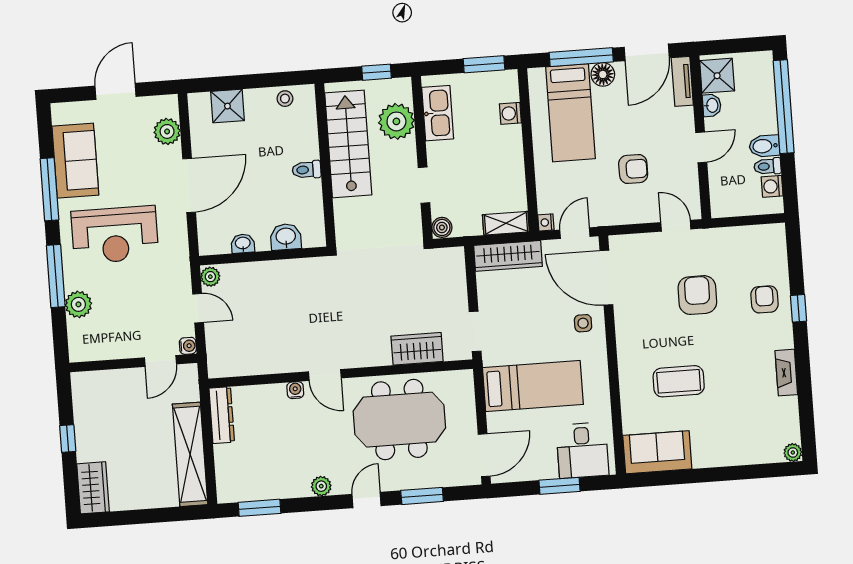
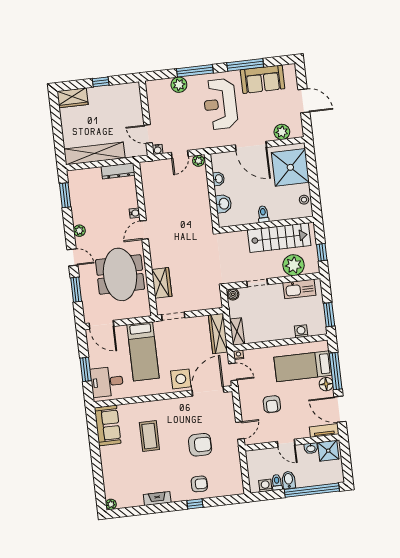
shower: (227, 106) -> (290, 167), width x1.86, depth x1.86
side table: (583, 323) -> (181, 379), width x1.87, depth x1.87

